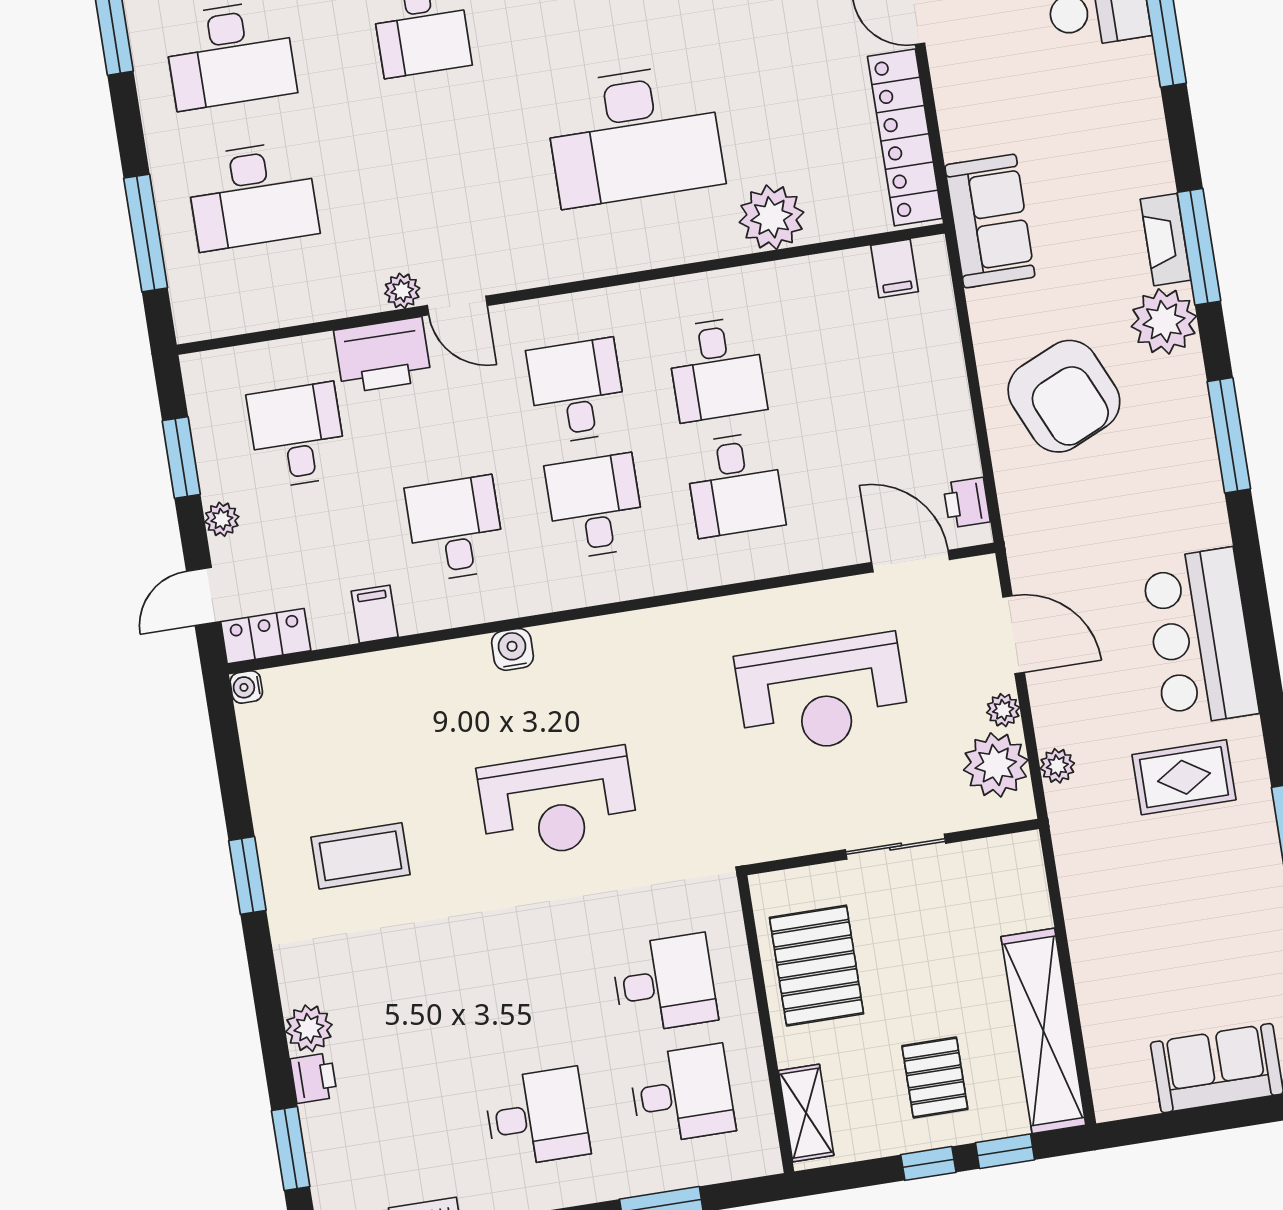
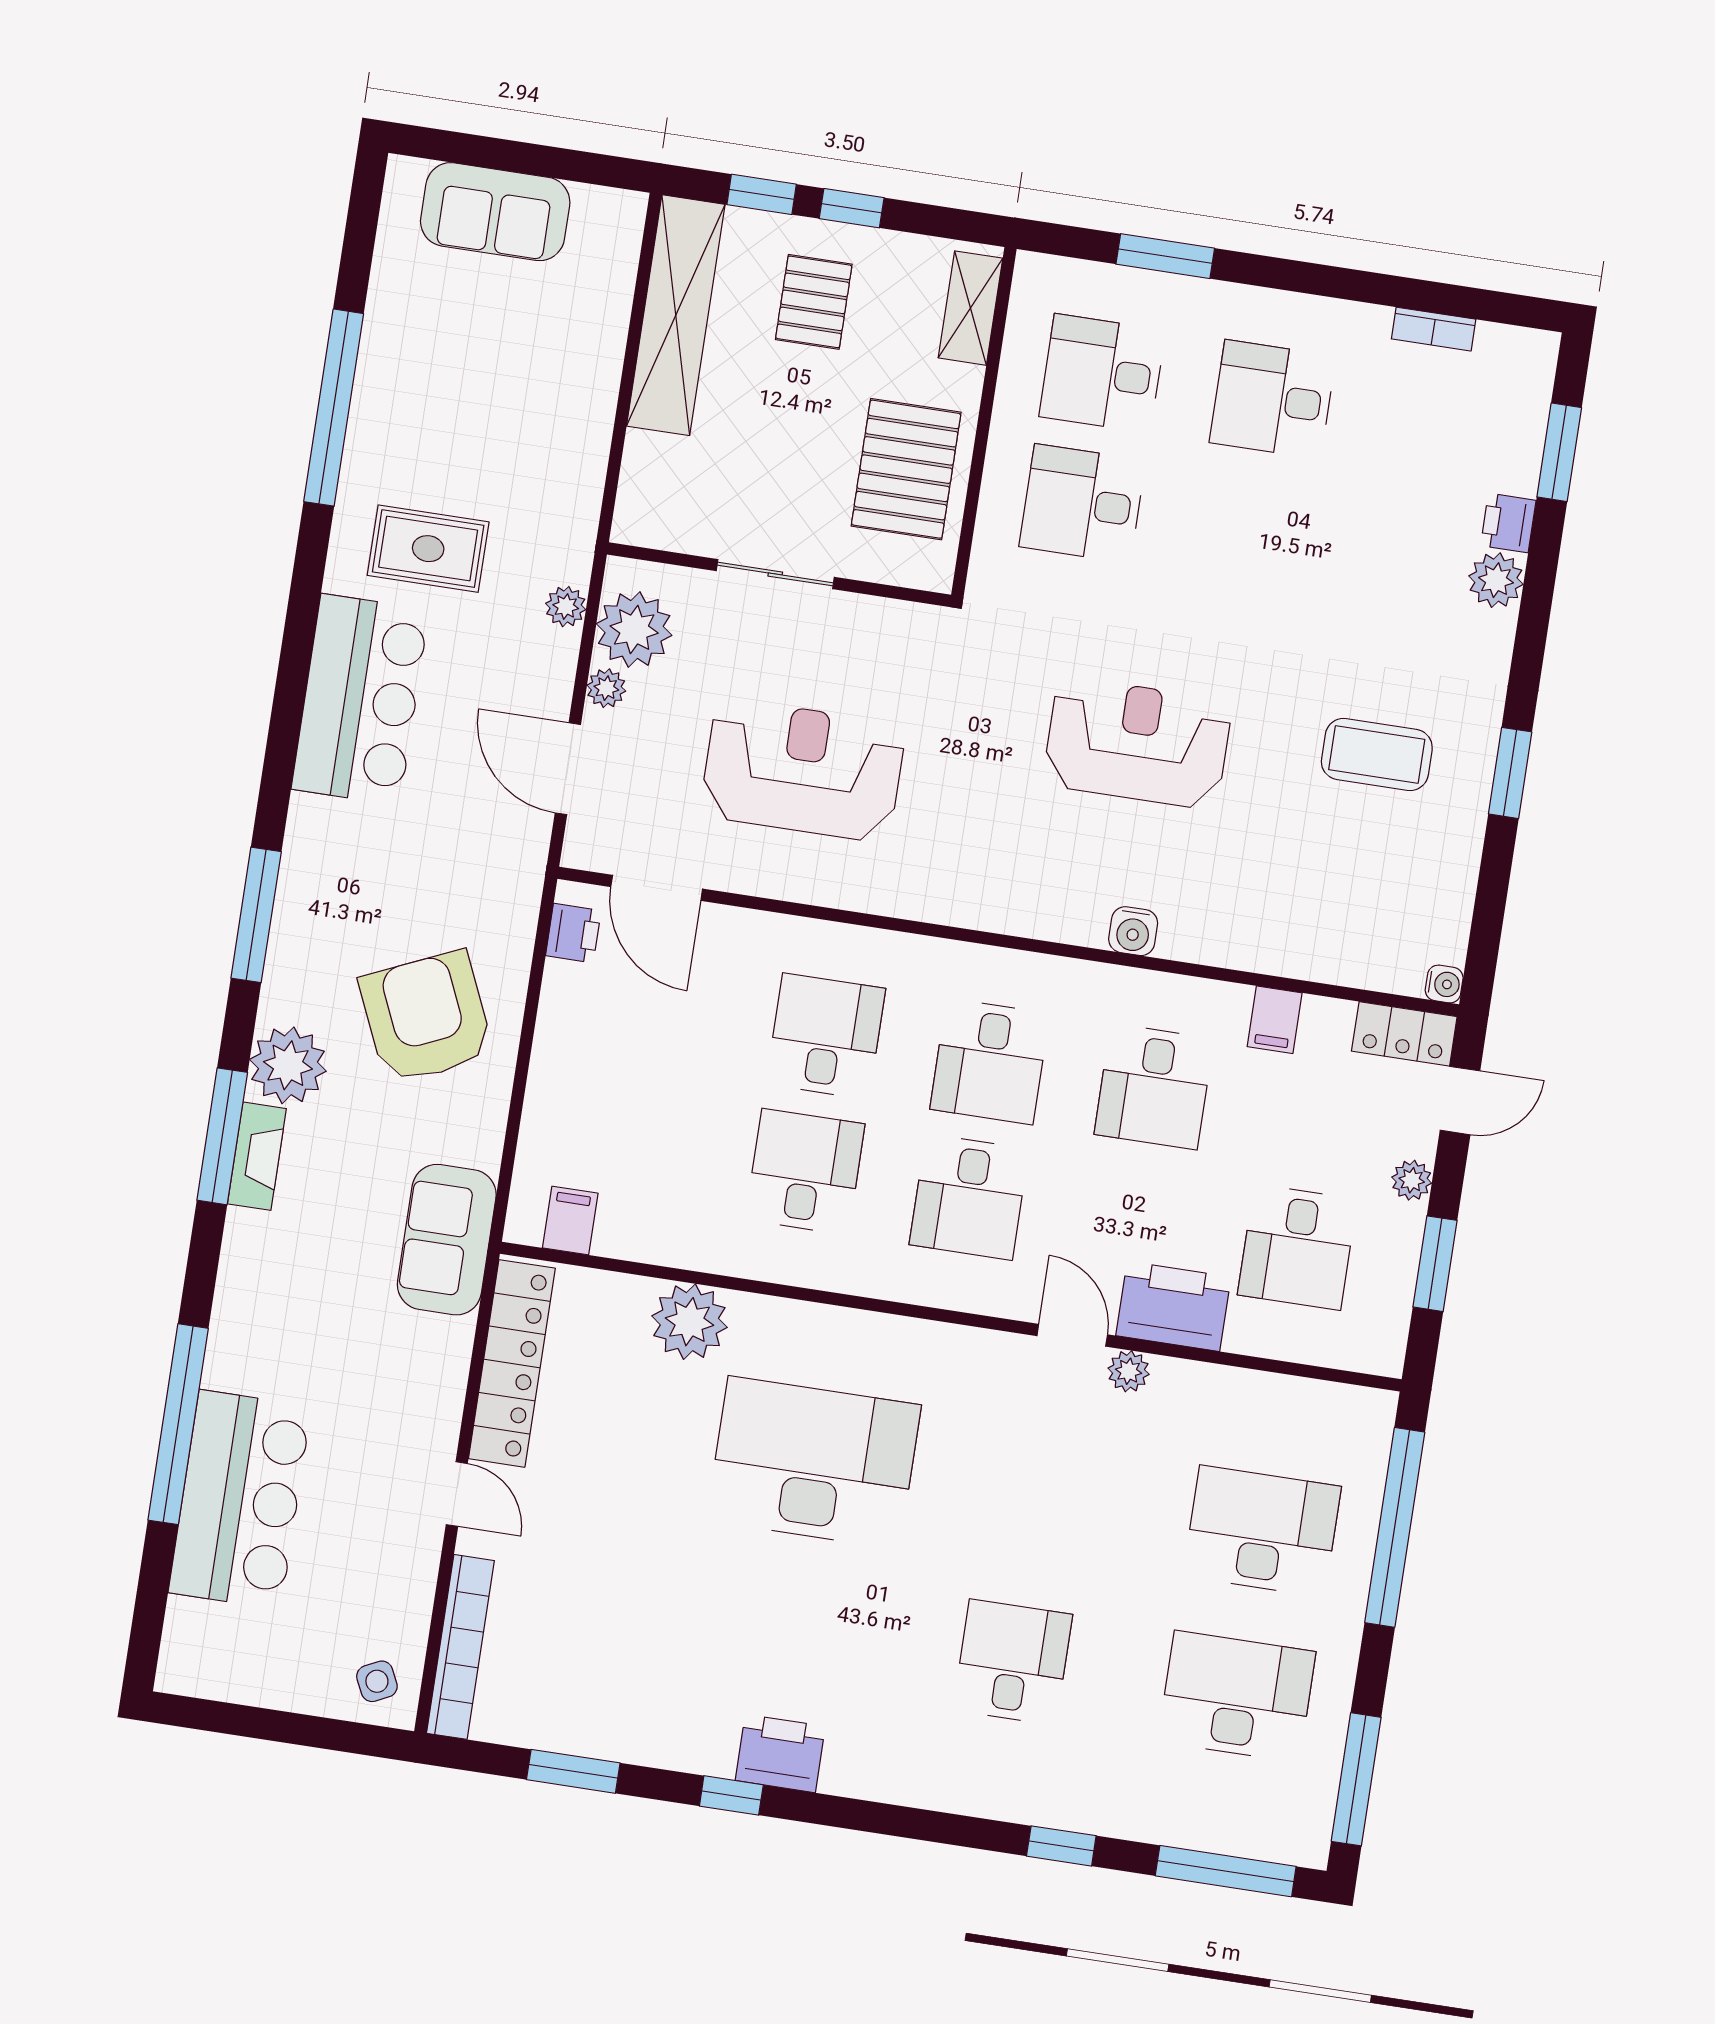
window: (146, 233) -> (1395, 1527), width x1.46

